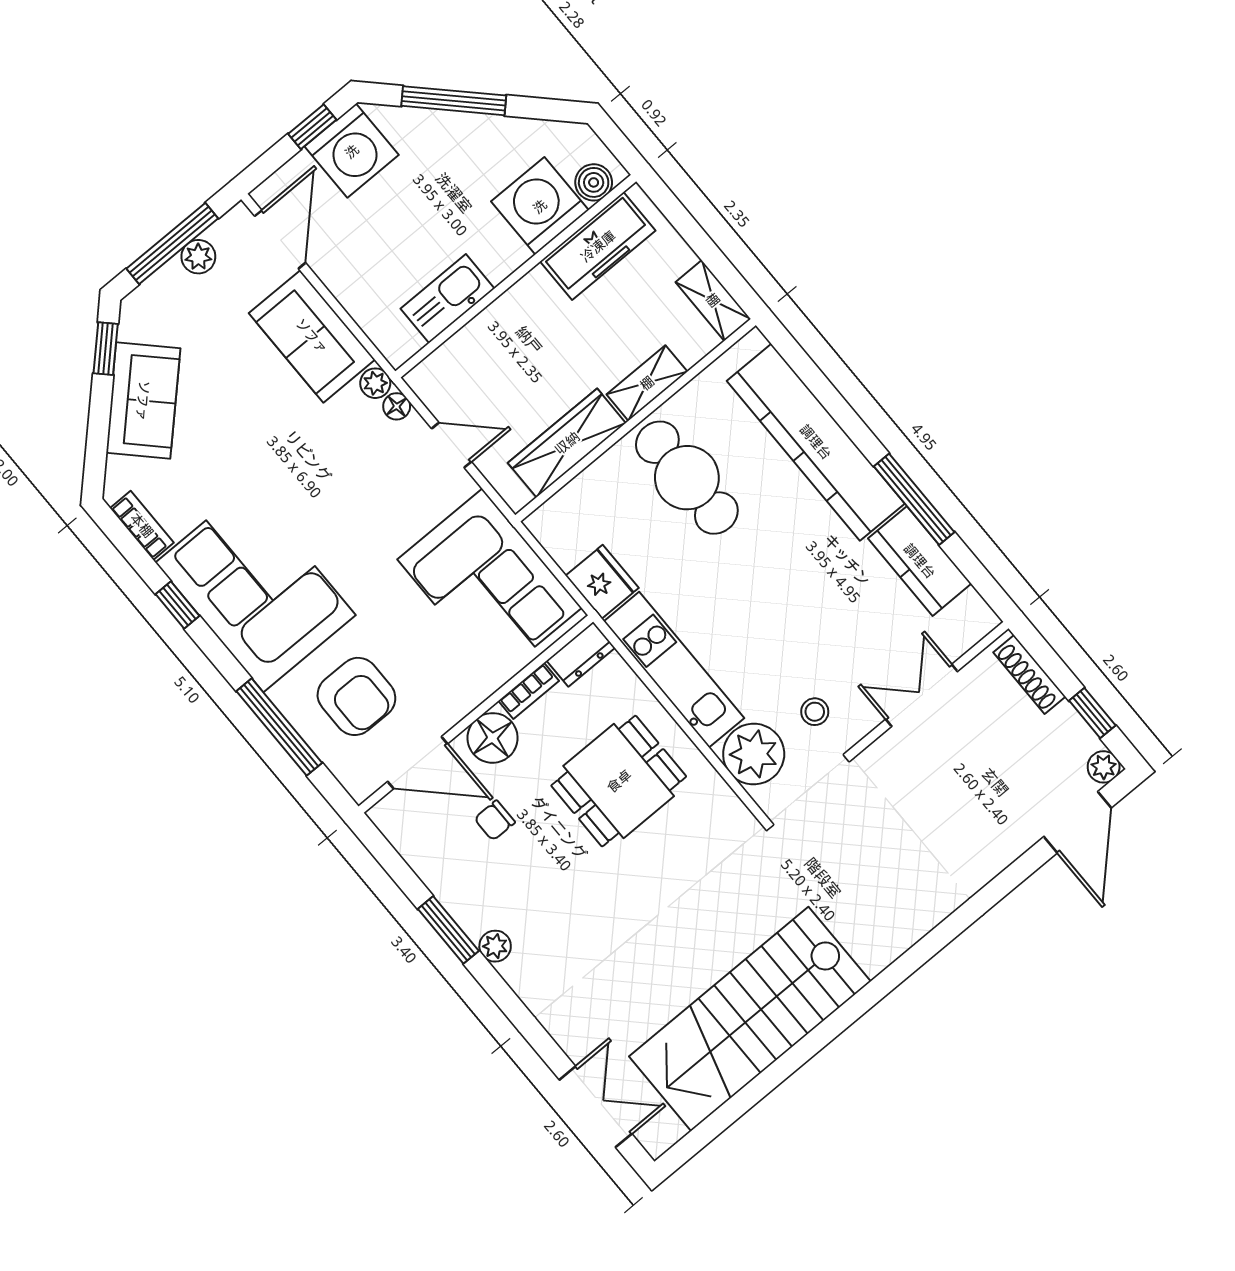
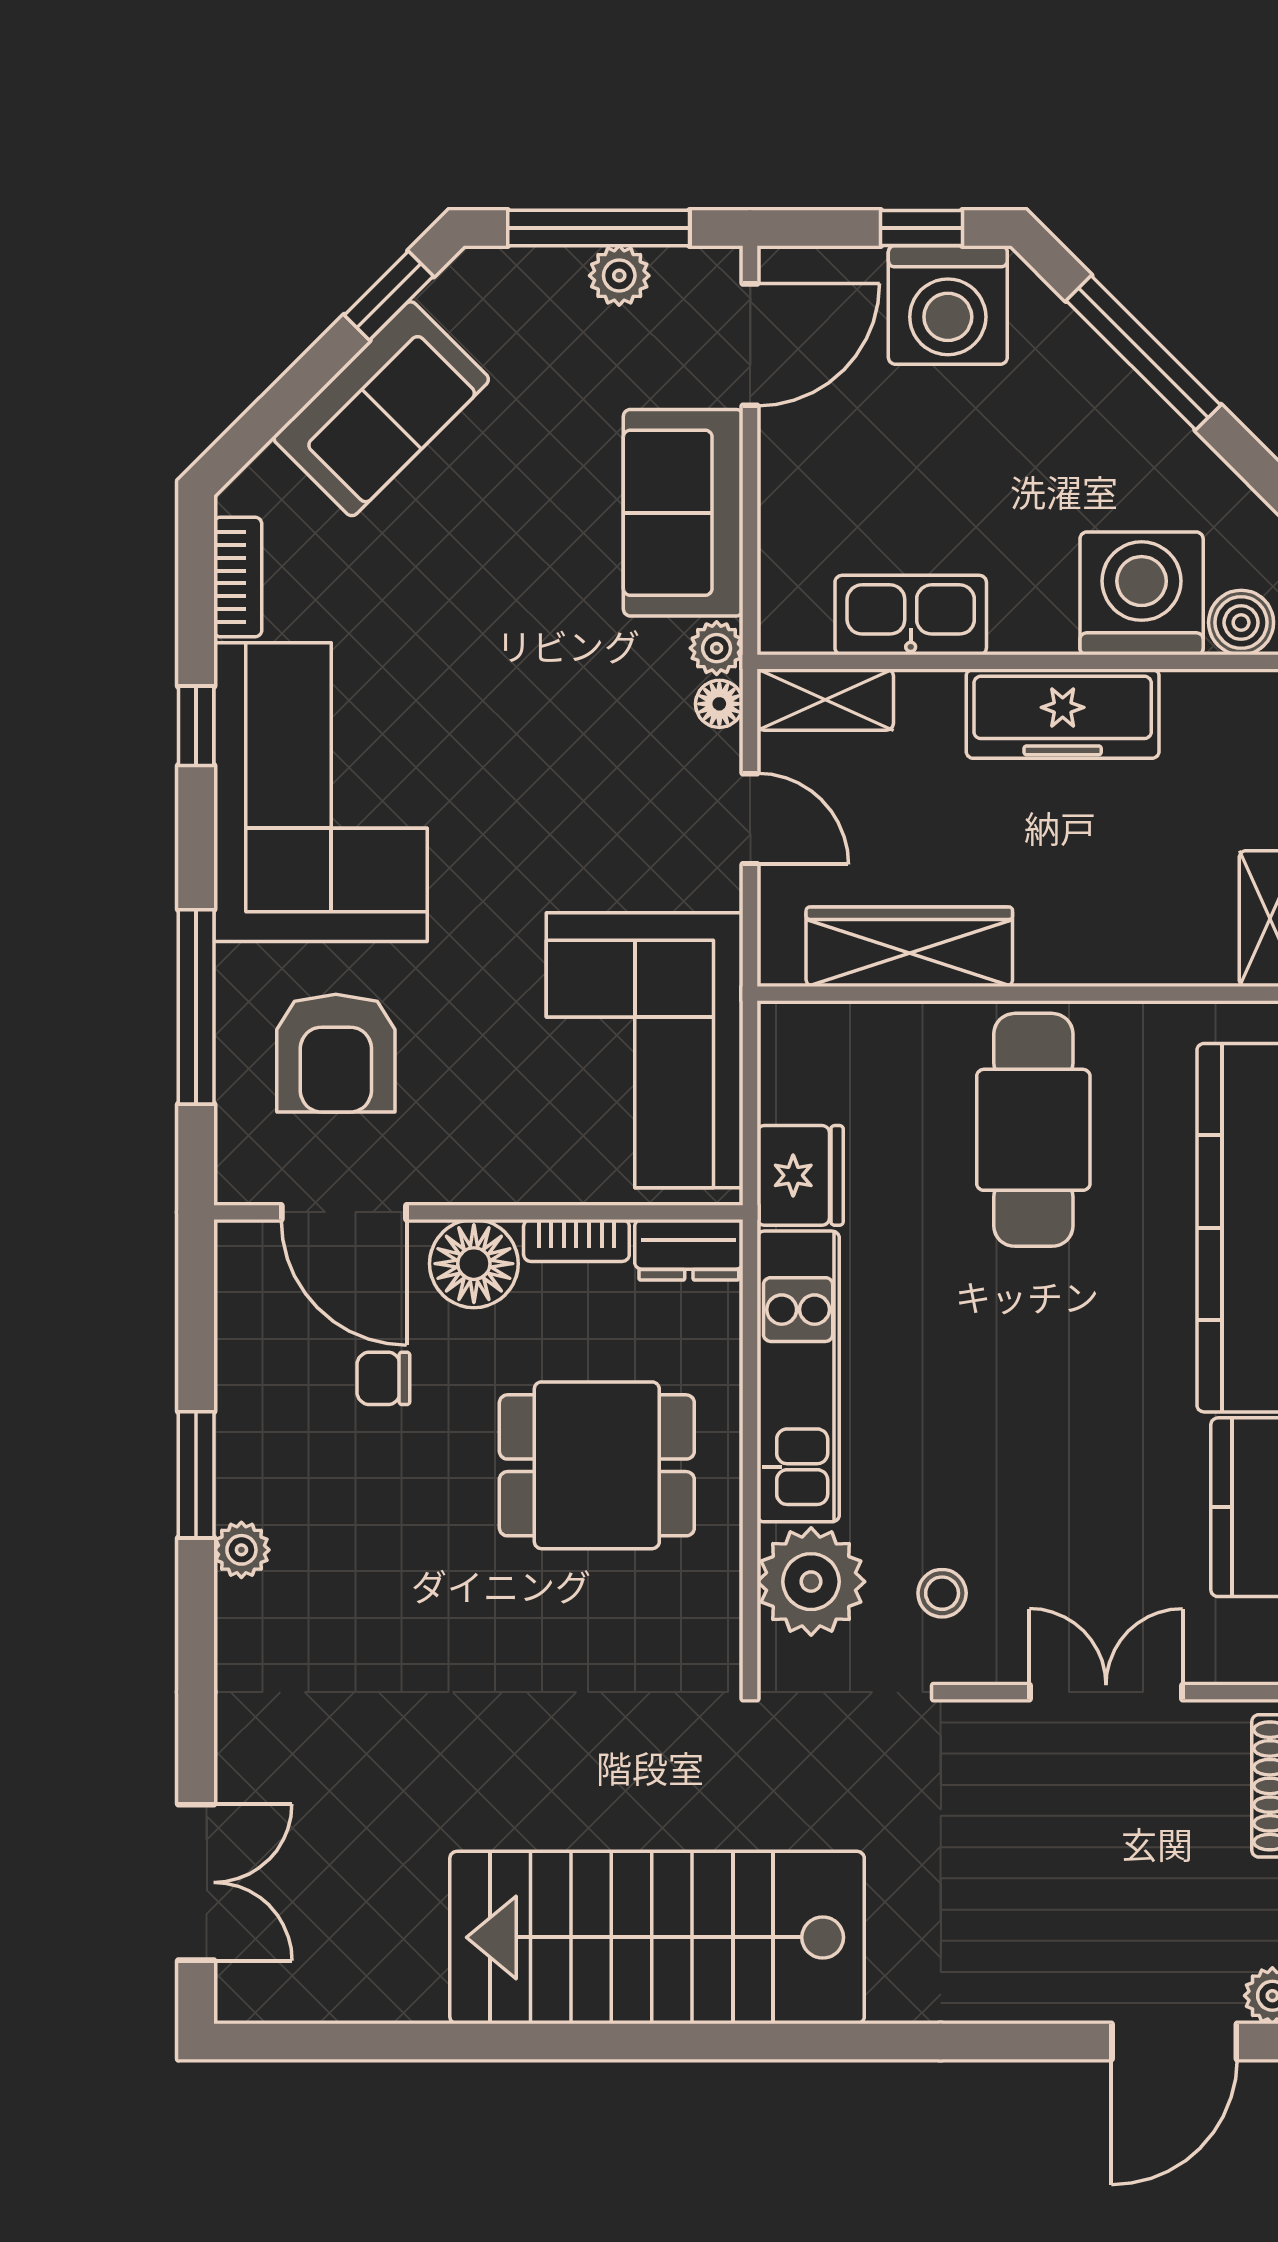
freezer: (598, 246) -> (1063, 714), moved
shelving: (647, 383) -> (825, 700), moved
stairs: (750, 1019) -> (657, 1937), moved

